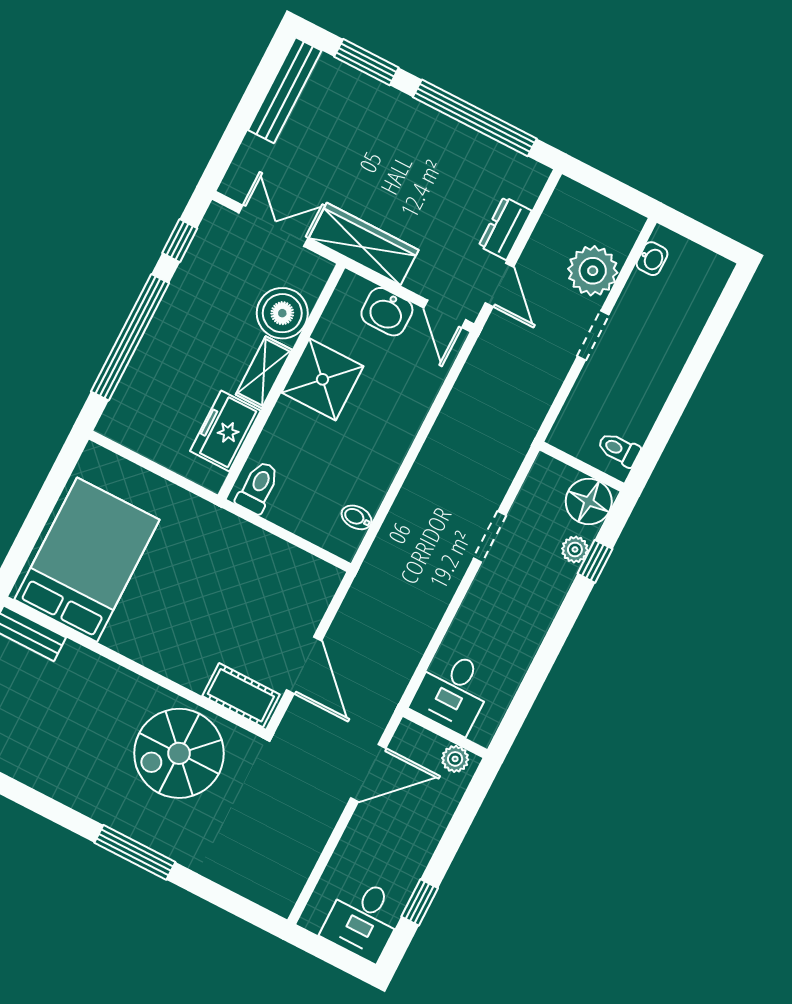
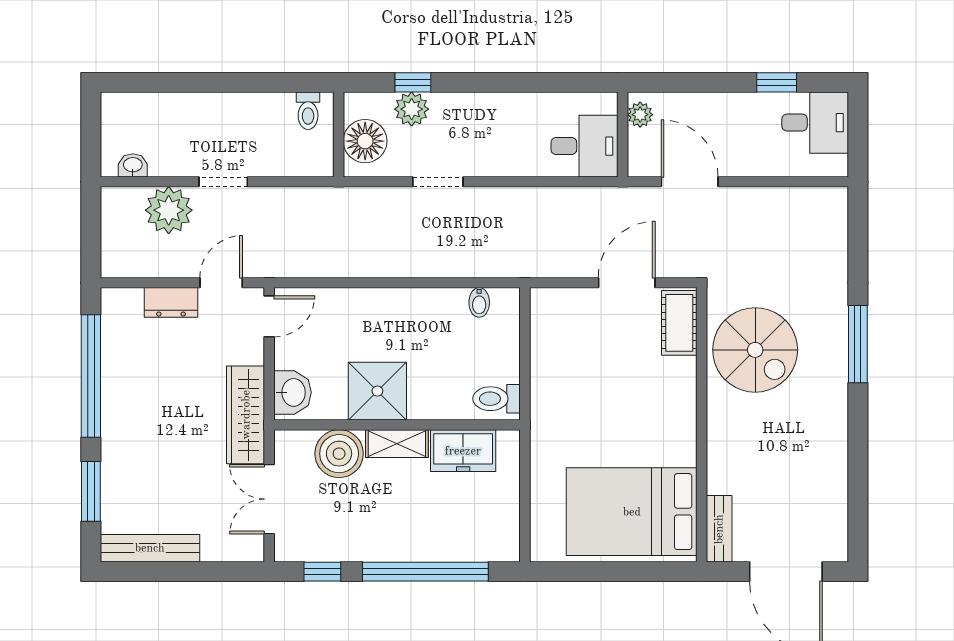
washbasin: (387, 312) -> (292, 392), moved
floor lamp: (589, 501) -> (365, 141), moved
plant: (575, 549) -> (412, 109), width x1.38, depth x1.38

